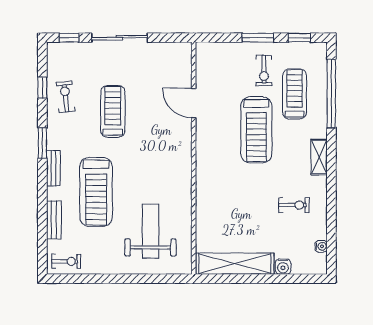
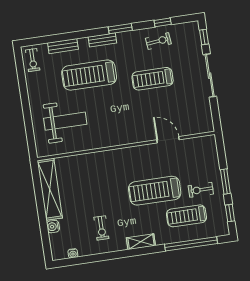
treadmill: (295, 94) -> (186, 216), turned 180
door: (194, 103) -> (168, 140), hinge flipped
treadmill: (113, 111) -> (153, 79), turned 180

